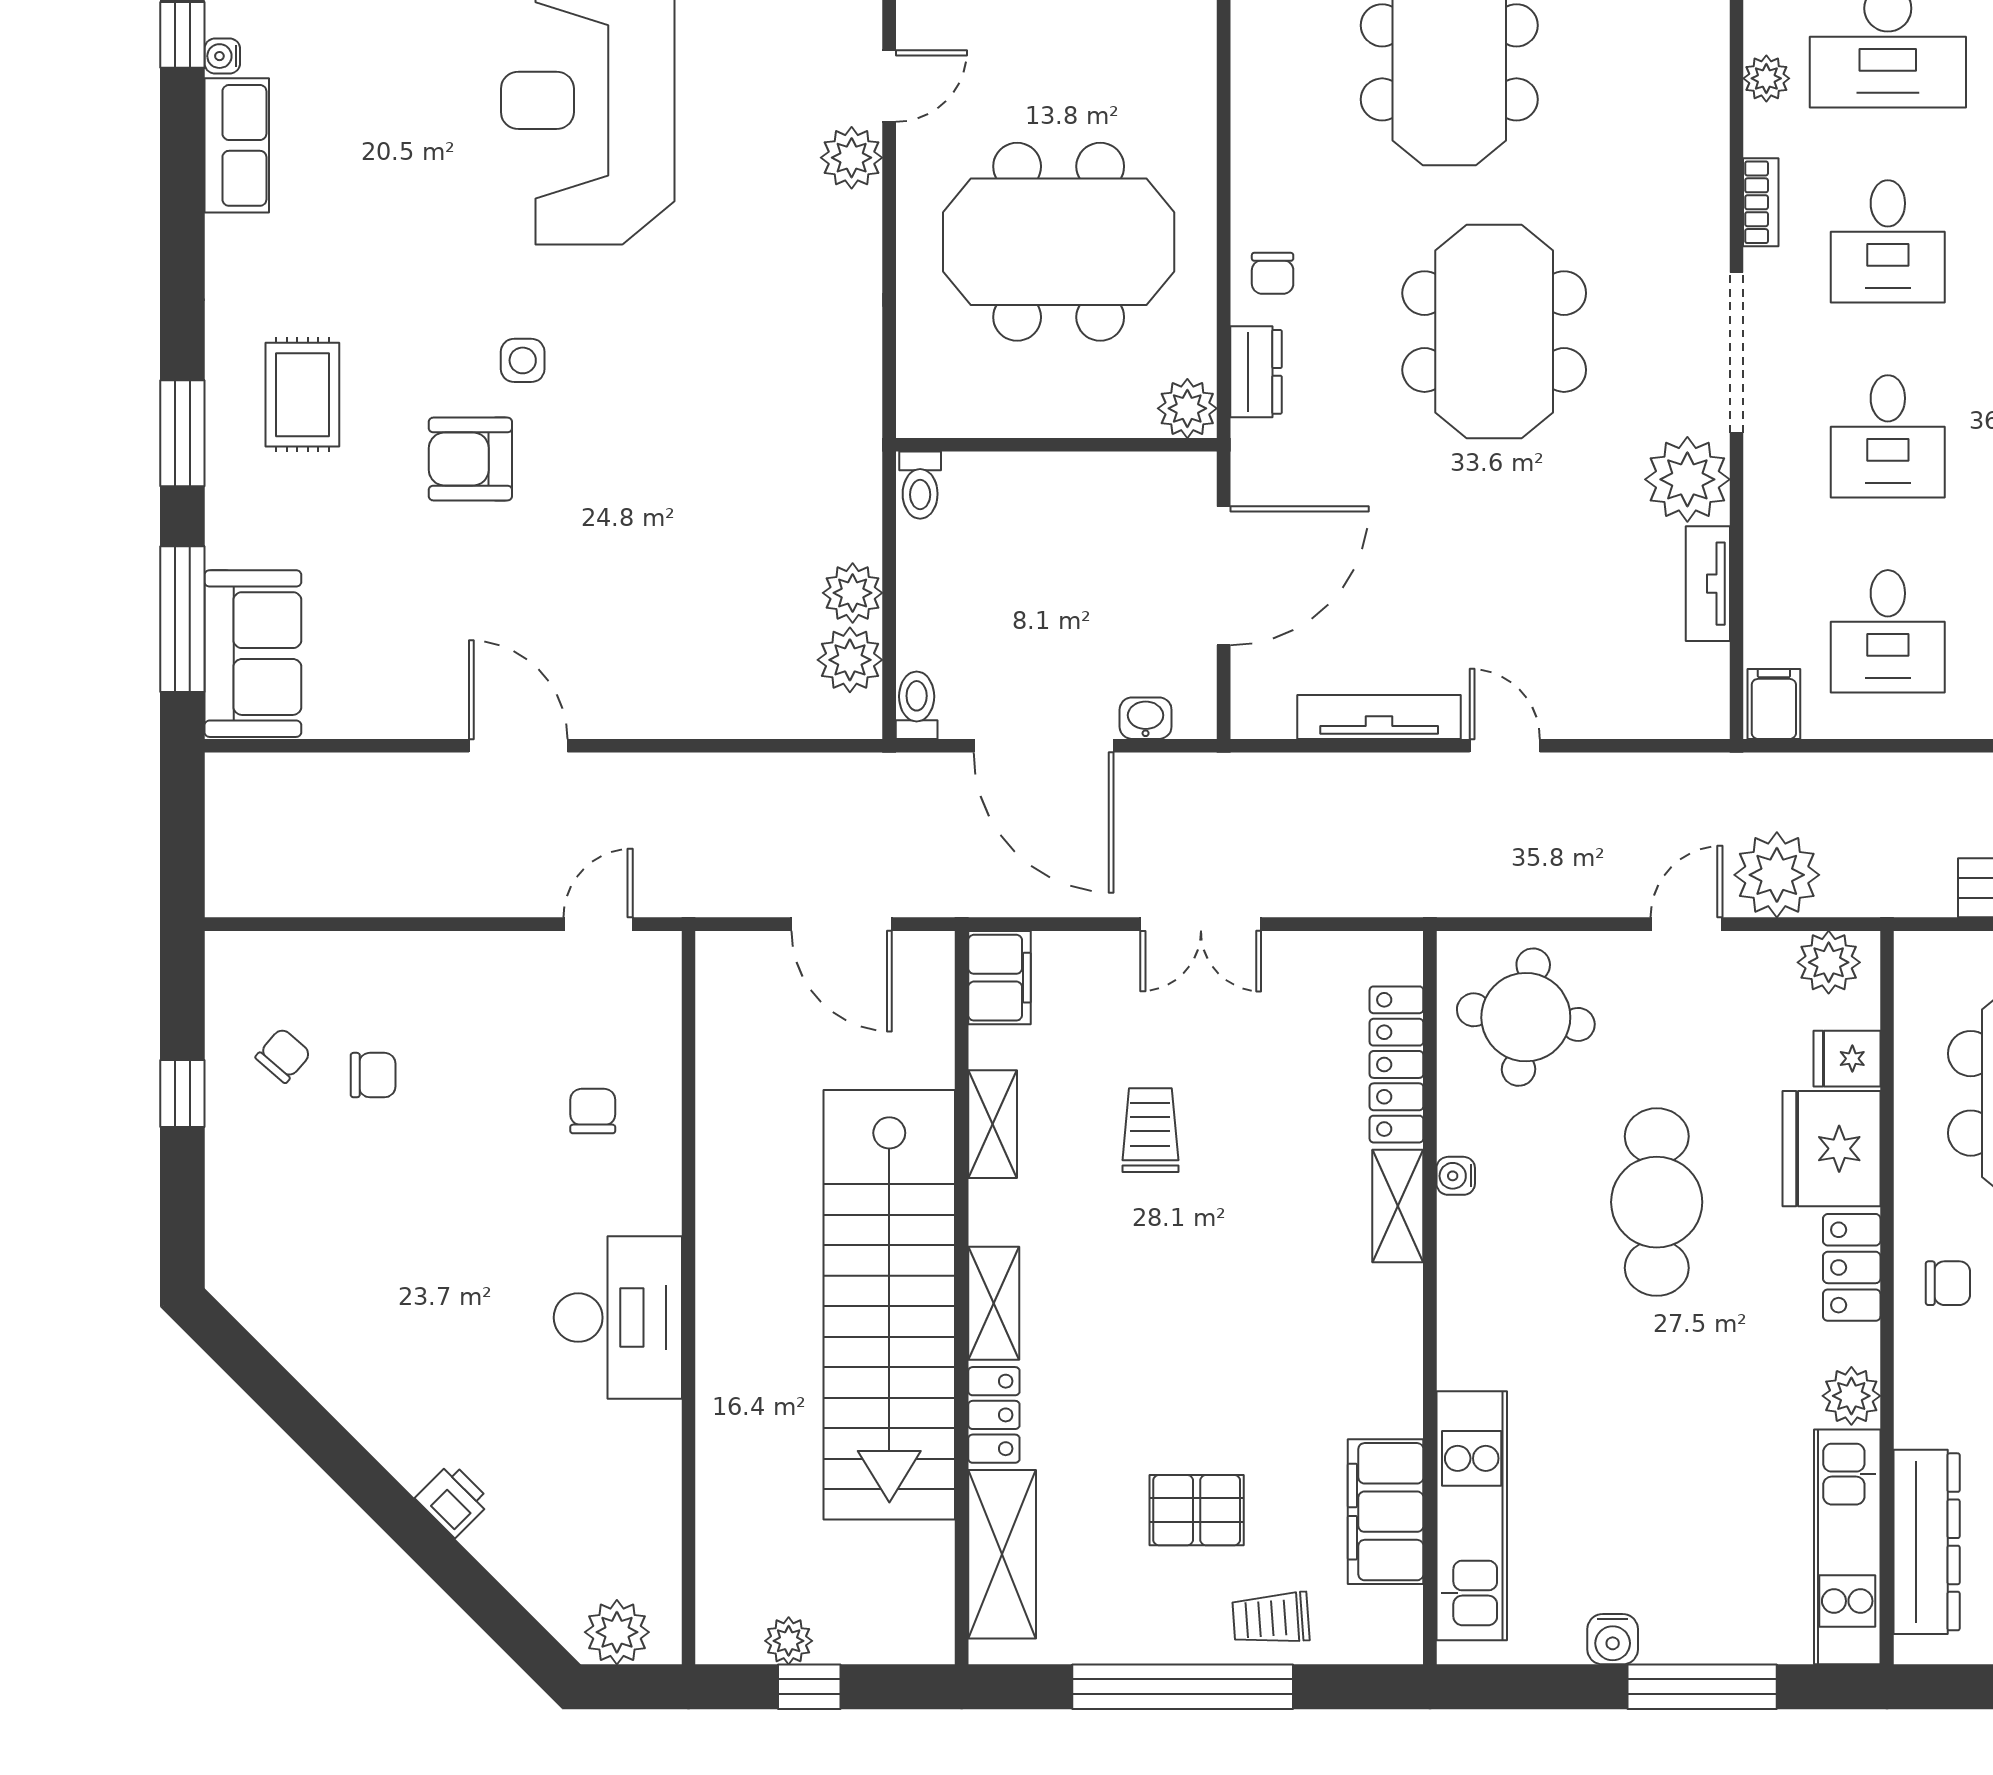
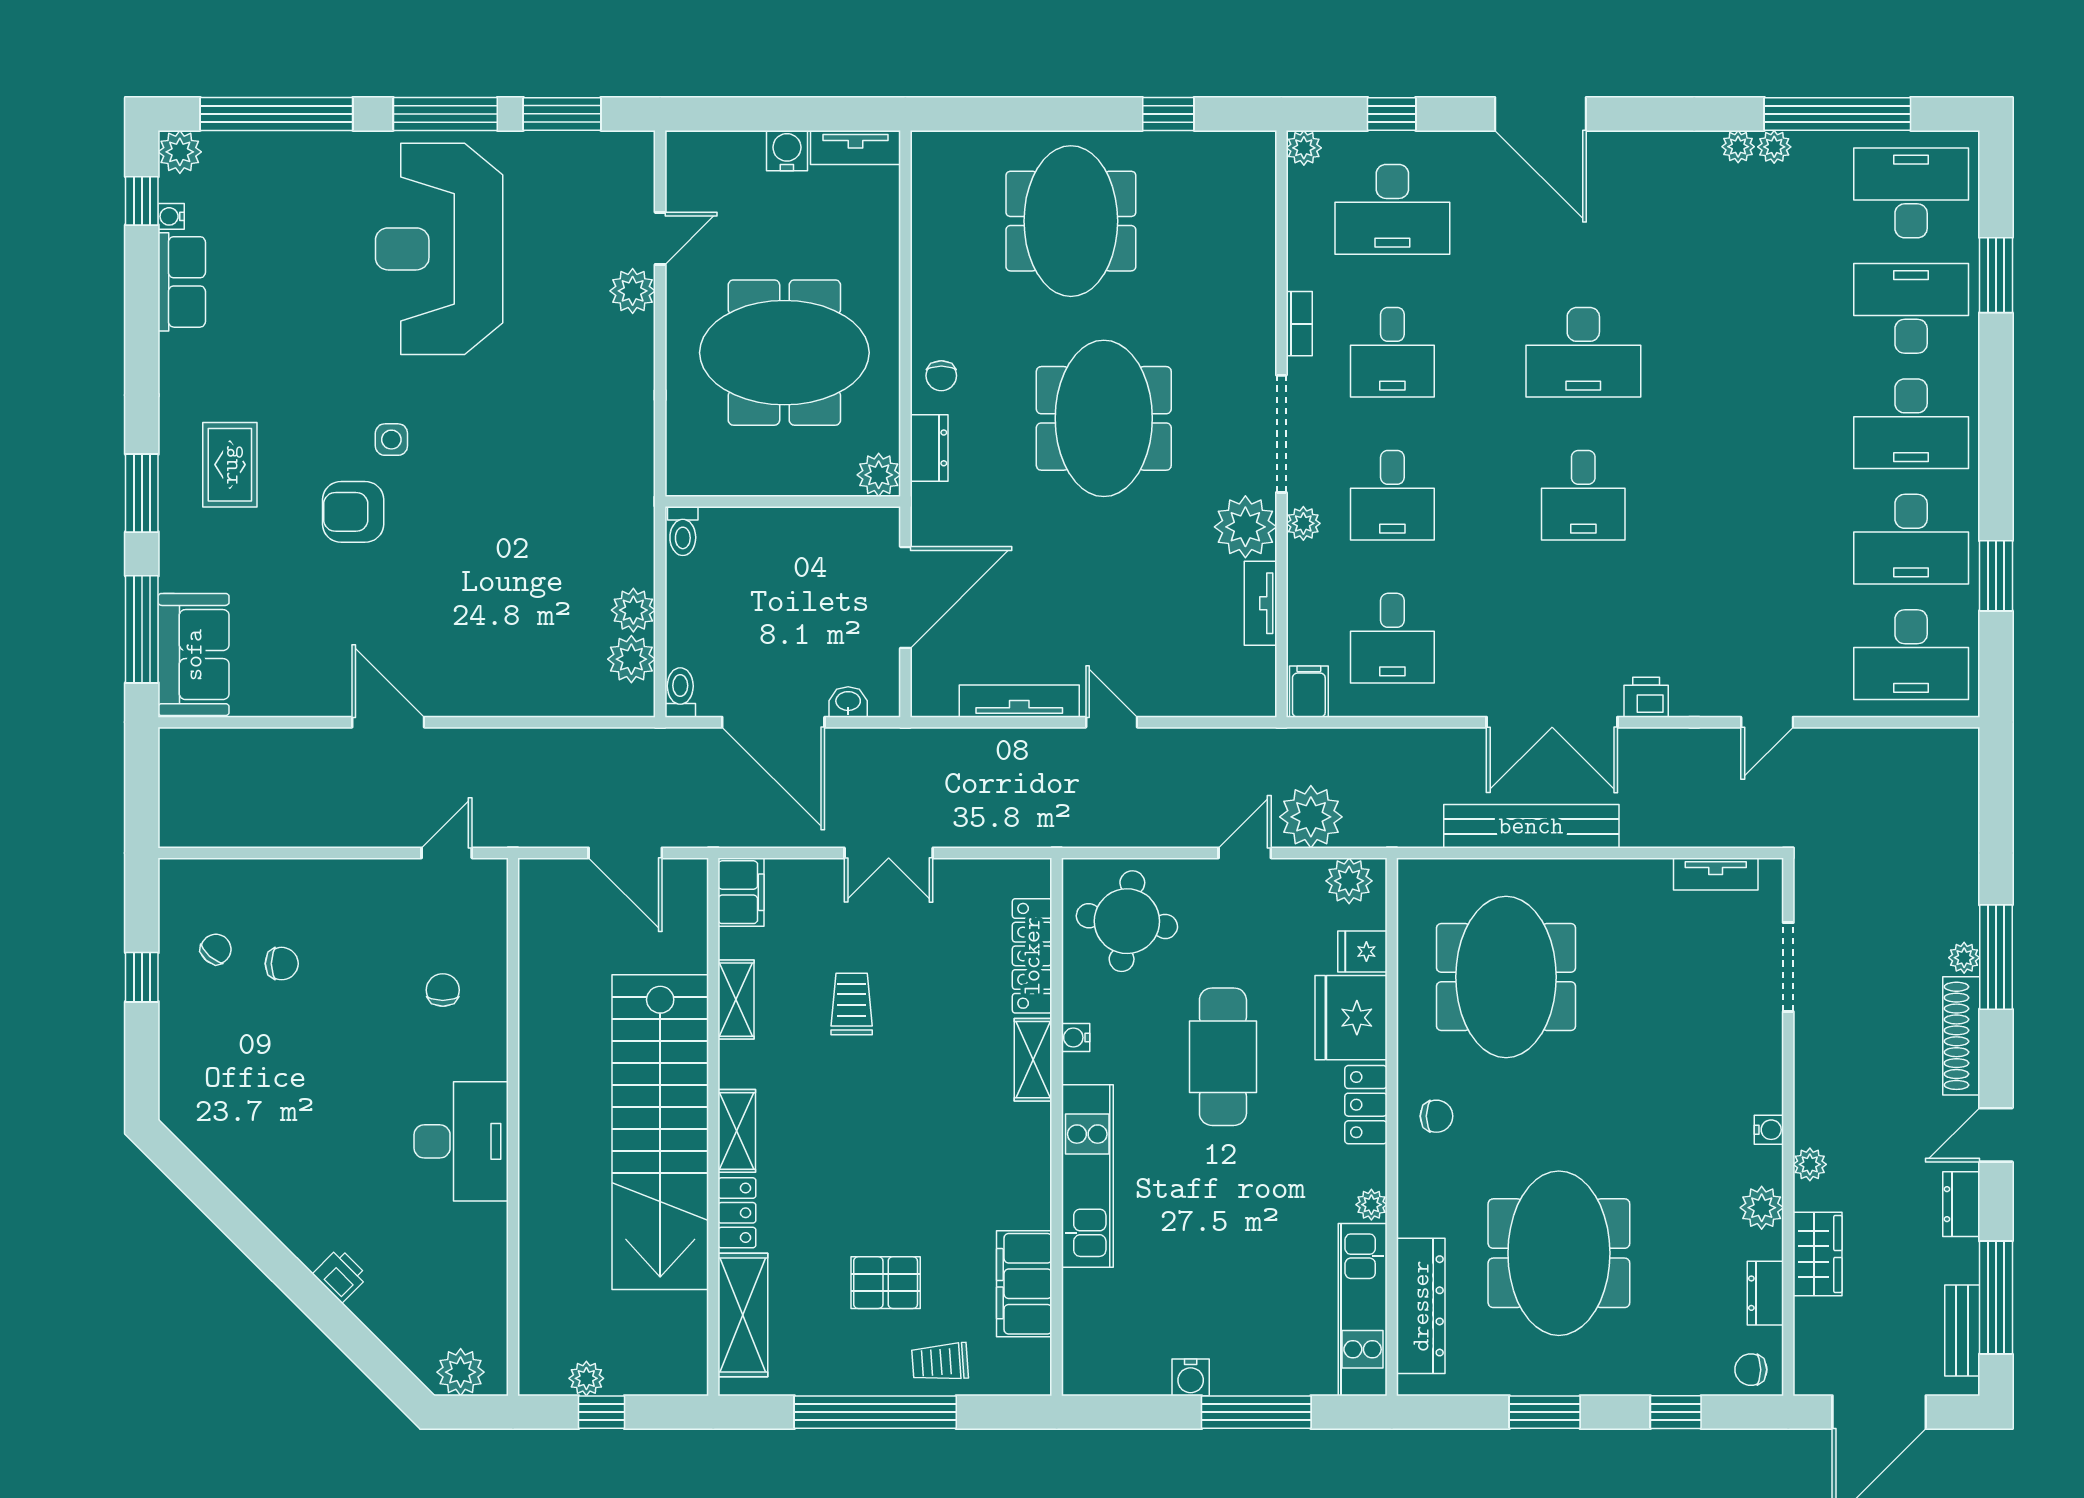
plant: (1766, 78) -> (1303, 523), moved
plant: (1851, 1396) -> (1371, 1205), width x0.73, depth x0.73
kitchen unit: (1472, 1516) -> (1087, 1176), moved

